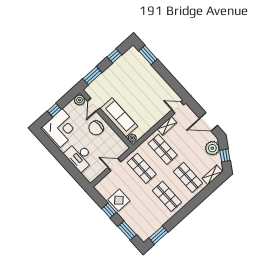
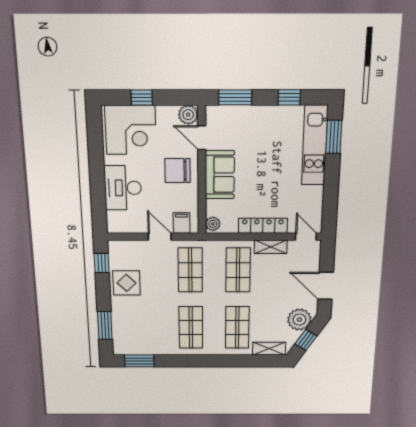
kitchen unit: (144, 66) -> (315, 145), added
door: (94, 105) -> (202, 138), hinge flipped
sofa: (119, 117) -> (220, 175), width x0.73
locker: (155, 119) -> (263, 226), added
filing cabinet: (118, 150) -> (182, 223), added
window: (109, 211) -> (102, 263), moved

